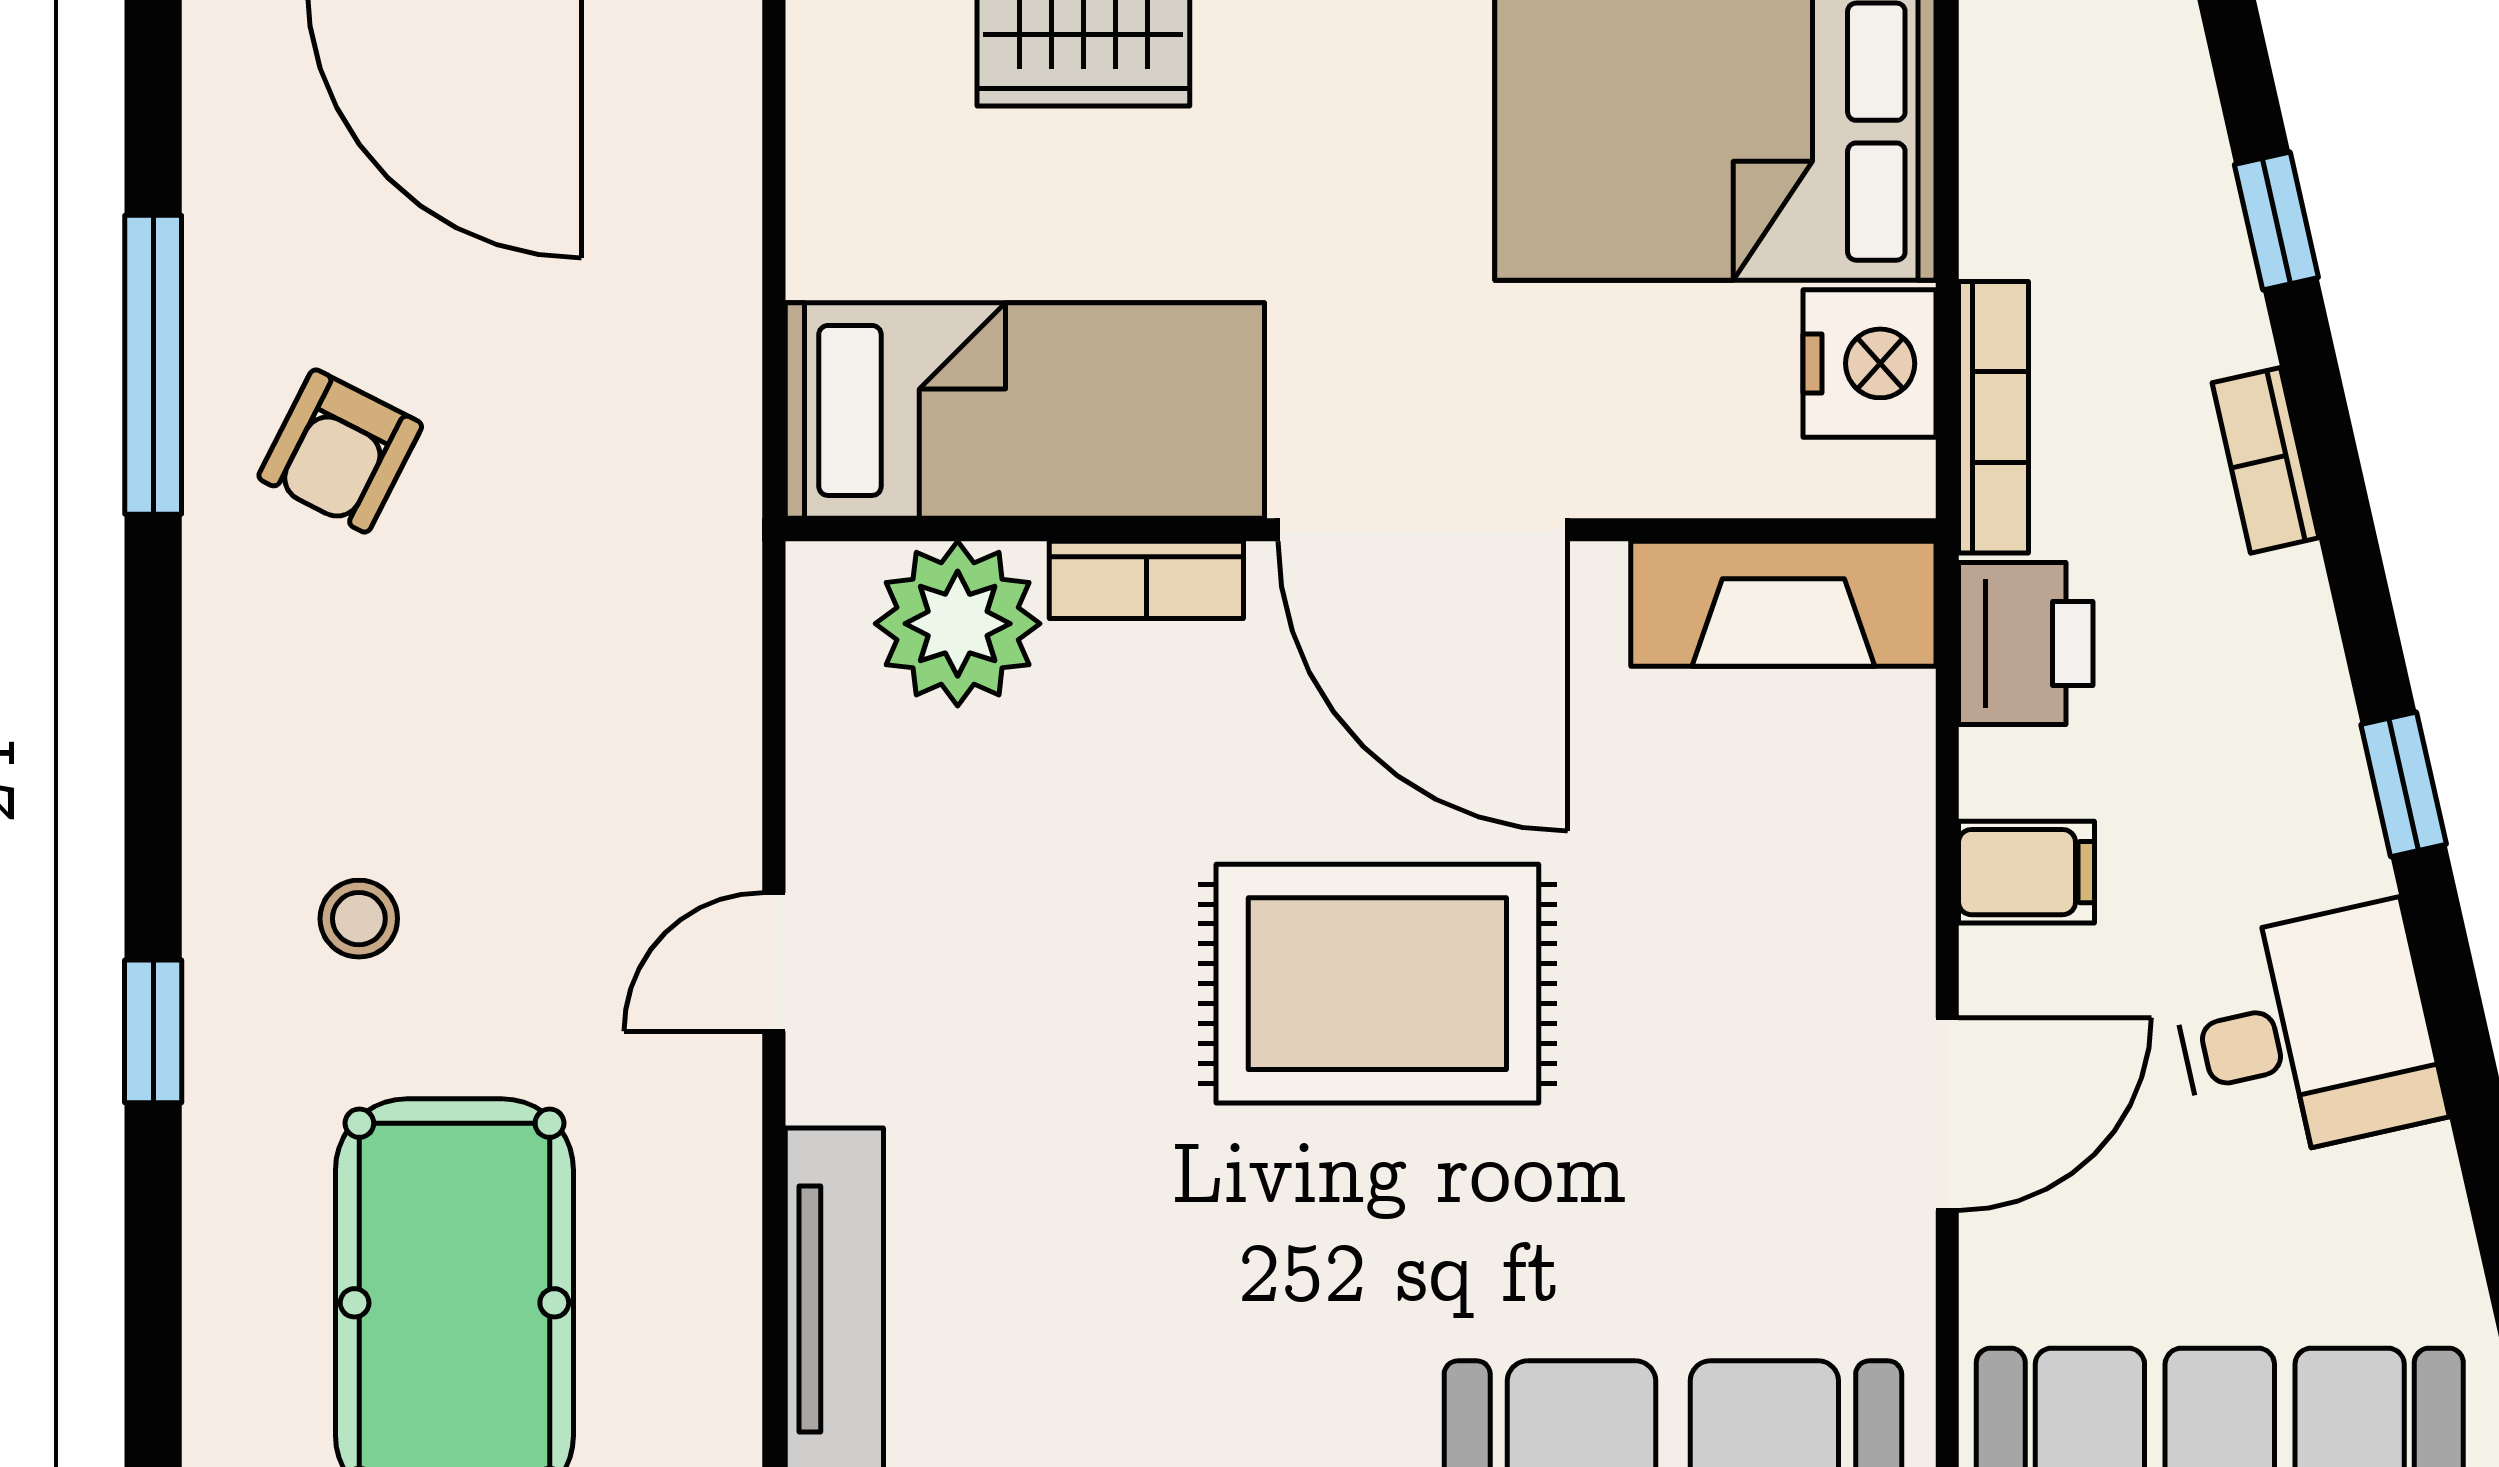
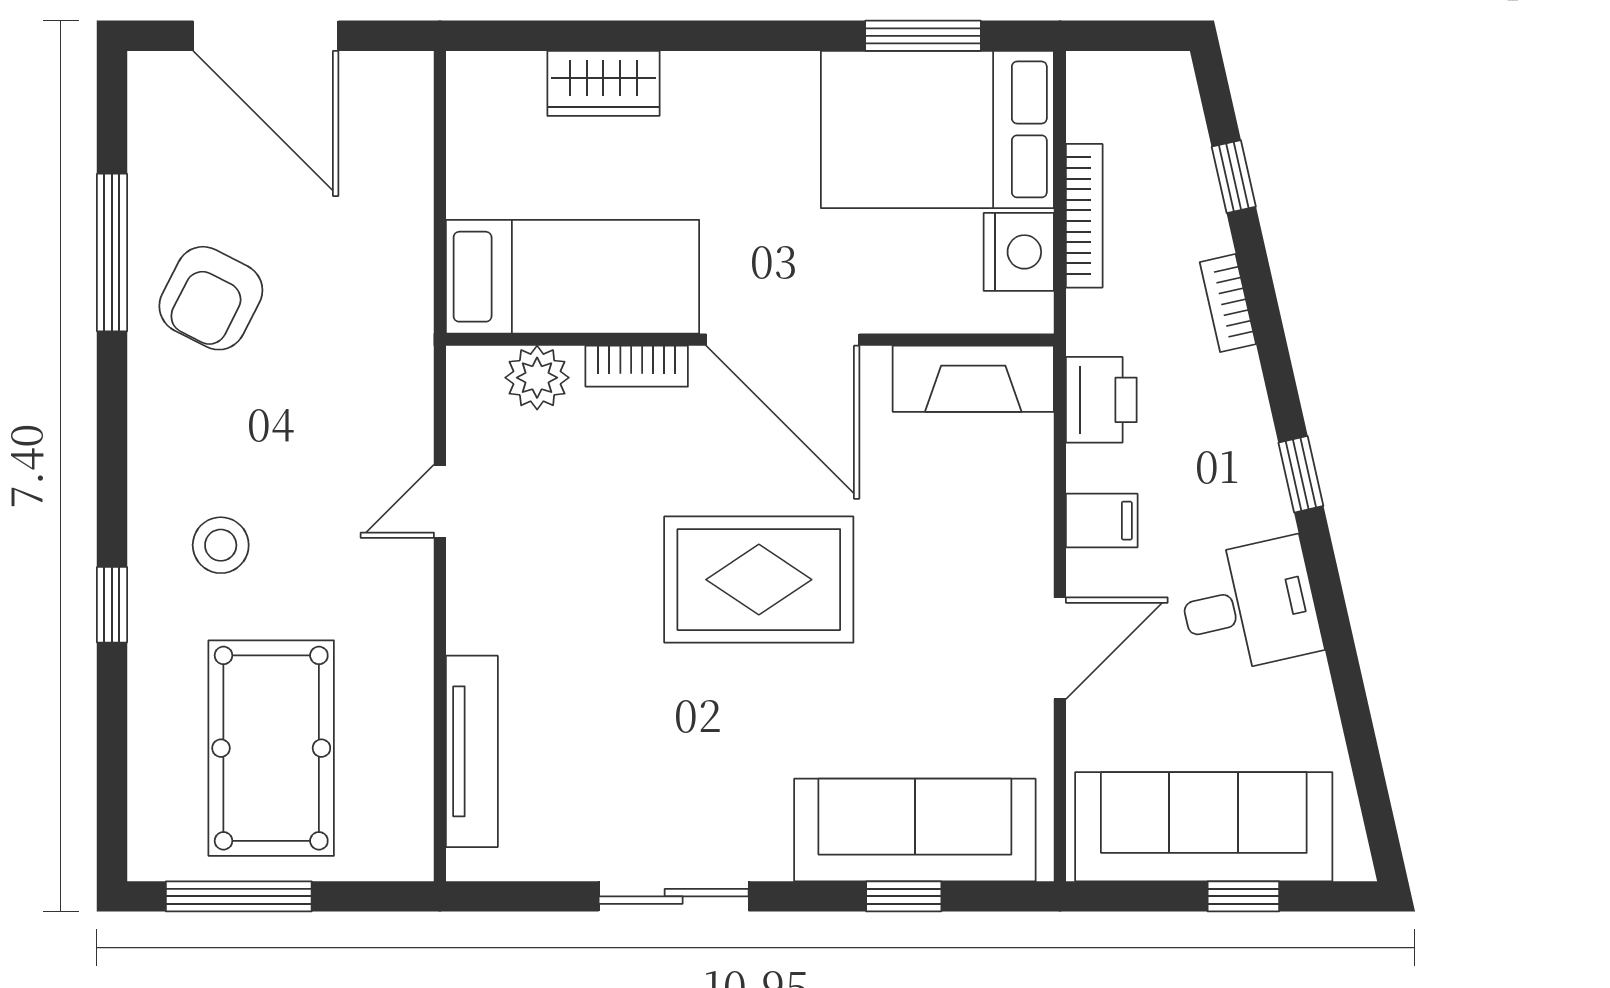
bookcase: (1993, 417) -> (1084, 216), moved
armchair: (340, 451) -> (211, 298), width x1.38, depth x1.38
plant: (958, 624) -> (537, 378), width x0.73, depth x0.73
stool: (359, 919) -> (221, 545), width x1.37, depth x1.37
door: (774, 962) -> (440, 501), moved

